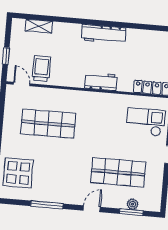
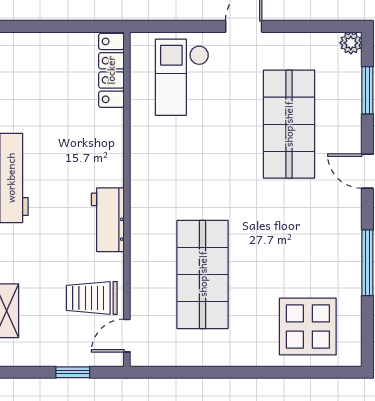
workbench: (101, 82) -> (108, 220), moved
plant: (133, 204) -> (351, 43), moved

